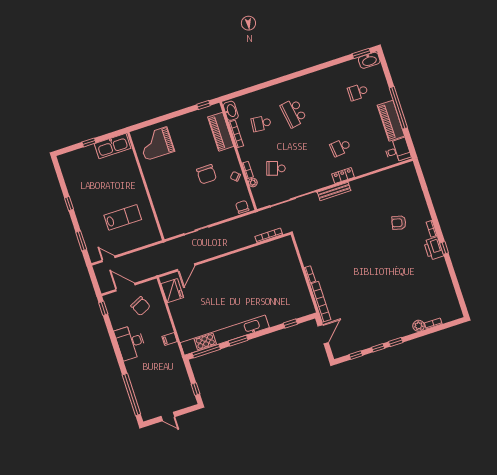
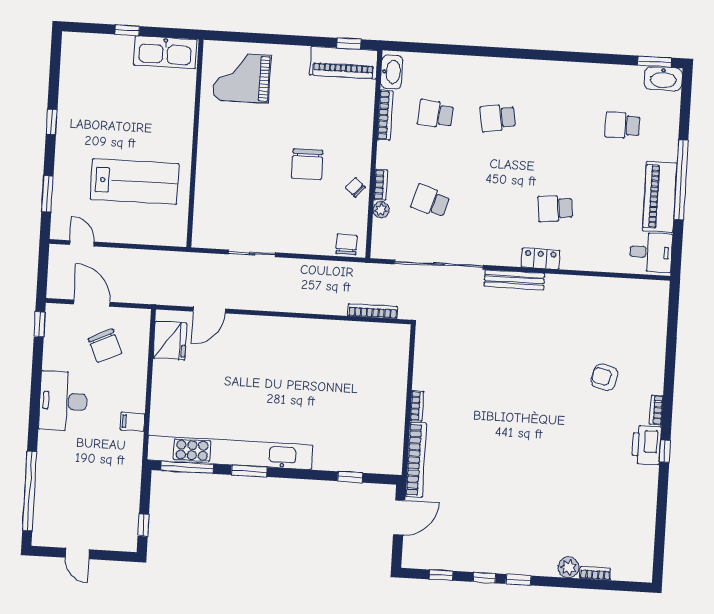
school desk: (294, 113) -> (498, 118), width x0.54
piano: (221, 132) -> (344, 63), moved, turned -90
lab bench: (123, 217) -> (135, 182), width x1.36, depth x1.39

